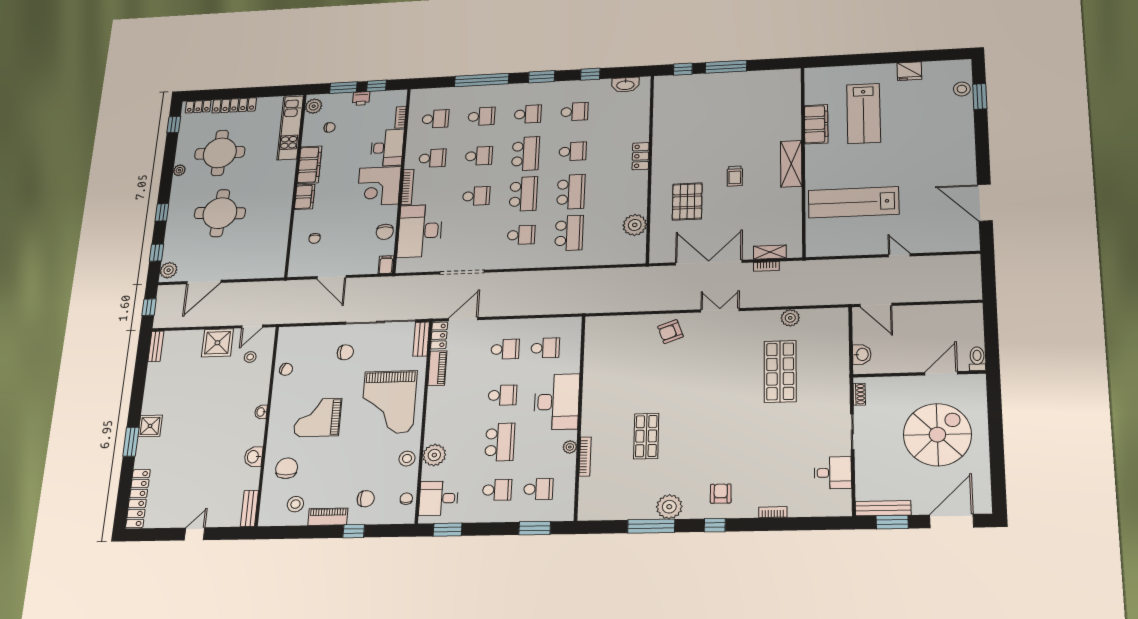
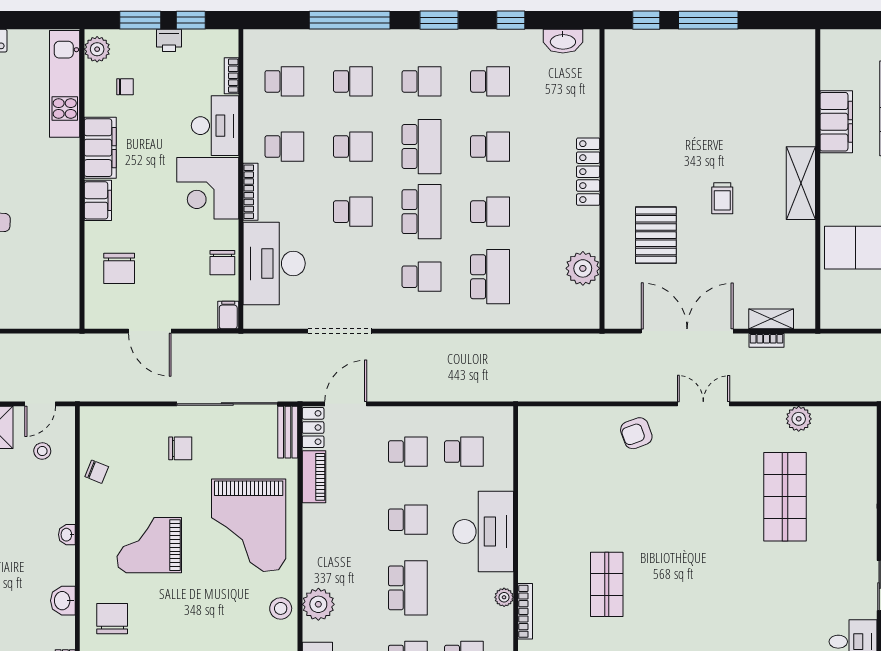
locker: (641, 156) -> (588, 172), width x1.53
school desk: (571, 192) -> (490, 212), width x0.54
chair: (315, 238) -> (119, 268), width x1.87, depth x1.87

